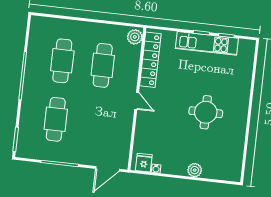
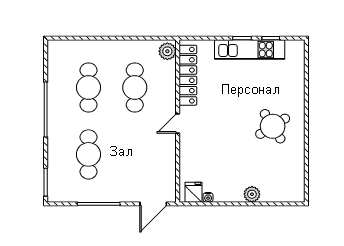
door: (137, 101) -> (178, 123), swing flipped
round table: (206, 112) -> (273, 126), moved, turned -32

